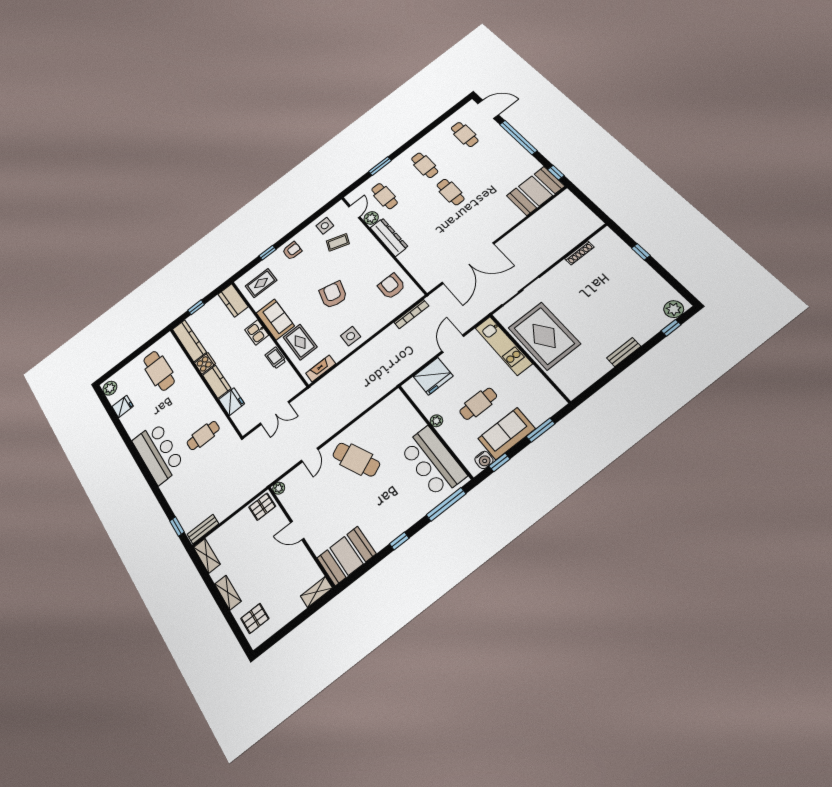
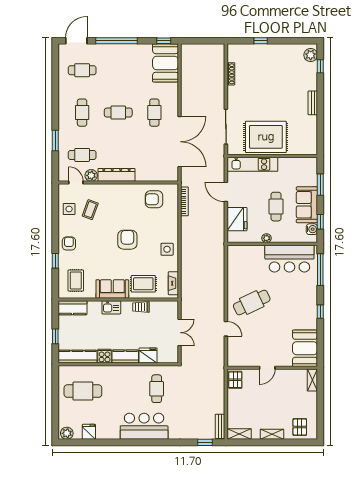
cafe table: (425, 165) -> (82, 113), turned 90
cafe table: (478, 220) -> (154, 113), added
armchair: (333, 295) -> (127, 240), turned 76
plant: (279, 488) -> (232, 362), removed

